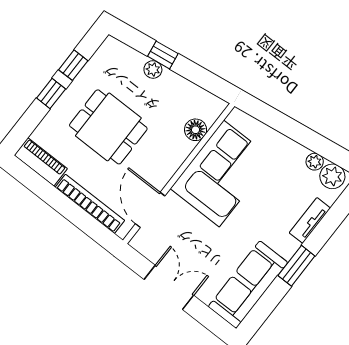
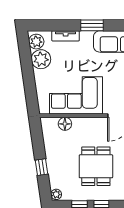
plant: (153, 70) -> (56, 194), moved
plant: (315, 162) -> (41, 59), width x1.87, depth x1.87

